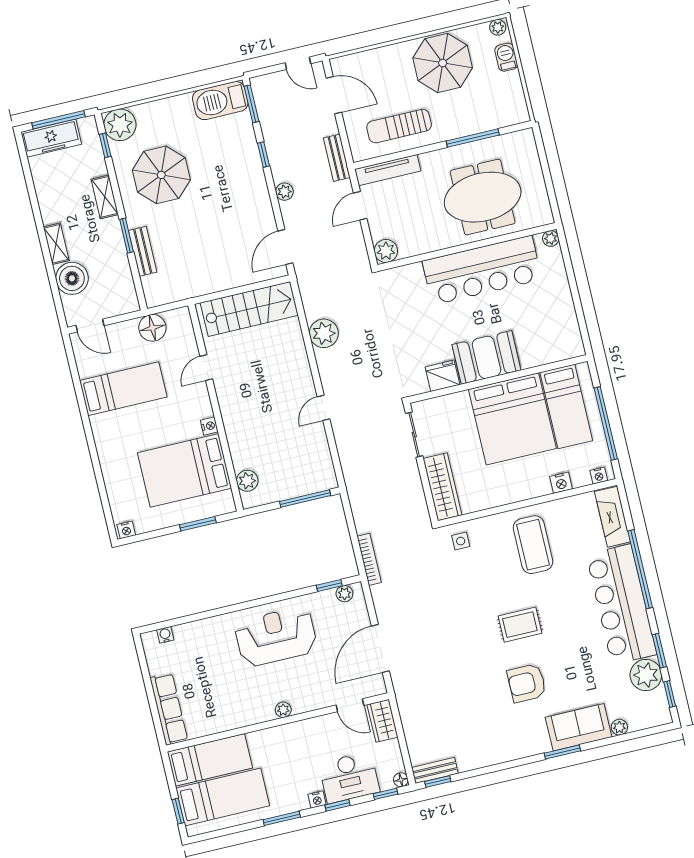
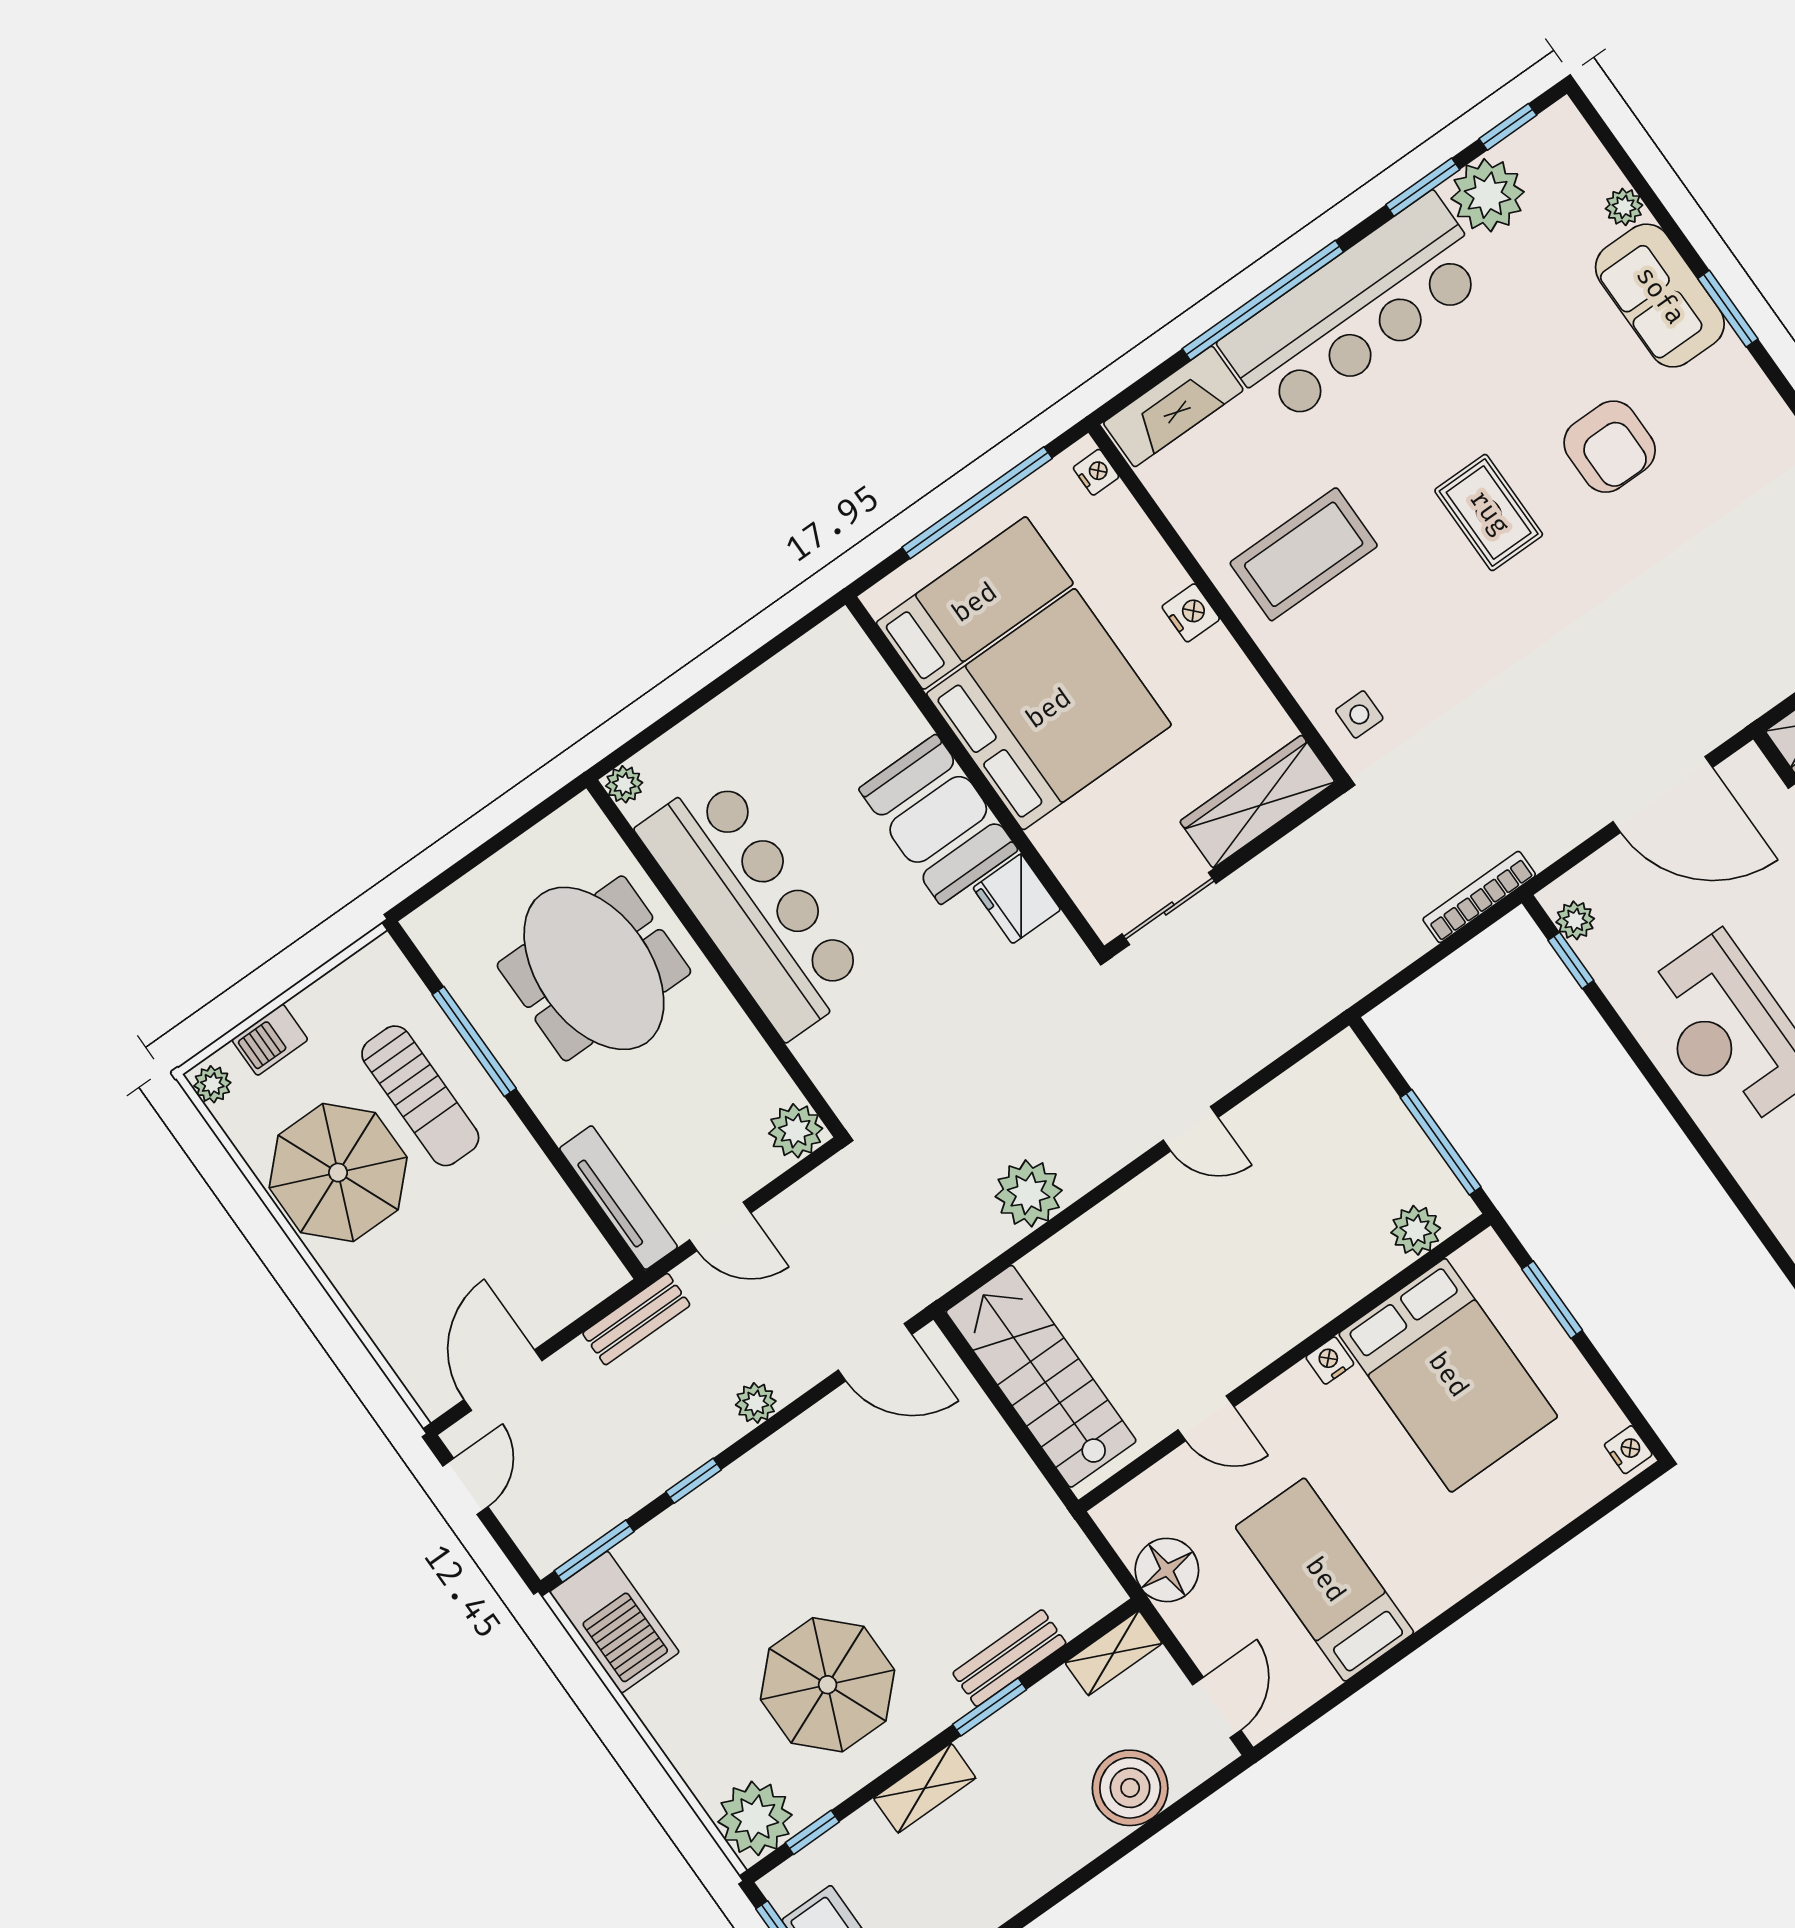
sun lounger: (399, 126) -> (420, 1096), moved
shelving: (56, 244) -> (1114, 1653), moved
nightstand: (561, 483) -> (1191, 613), moved
window: (305, 498) -> (1441, 1142), moved

